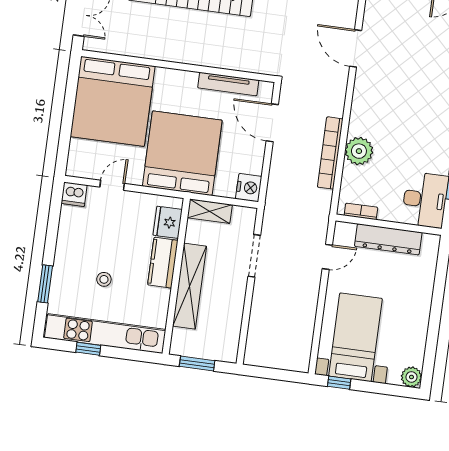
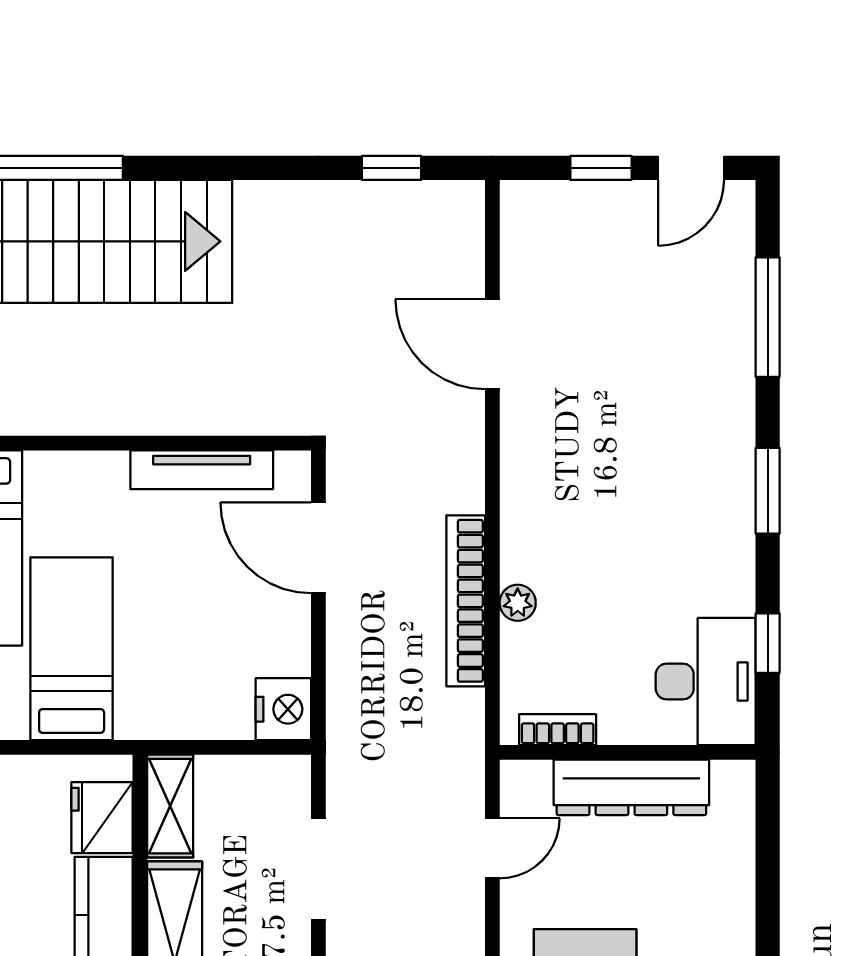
plant: (359, 151) -> (518, 603), width x0.53, depth x0.53
bed: (182, 153) -> (72, 649), width x0.49
shelving: (210, 211) -> (170, 806), moved, turned 90

